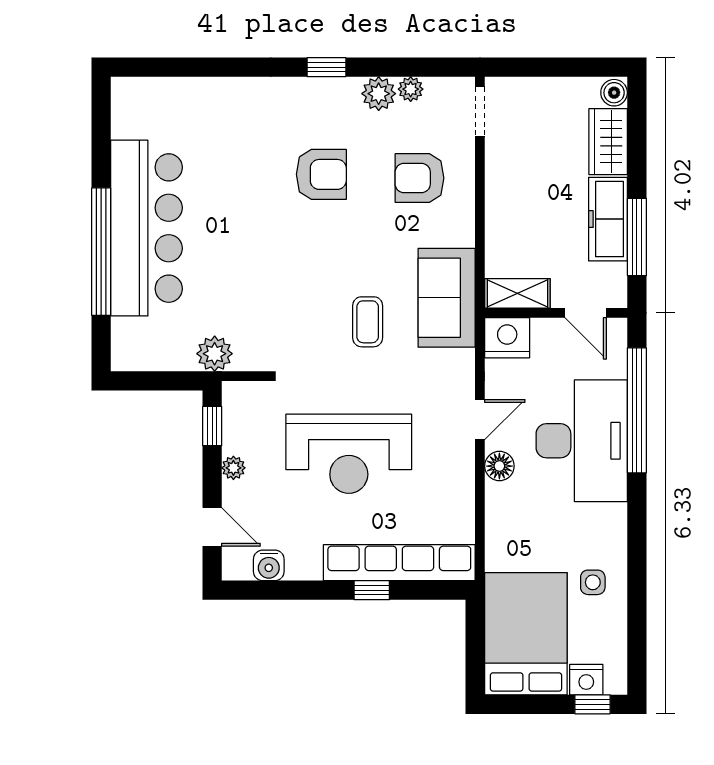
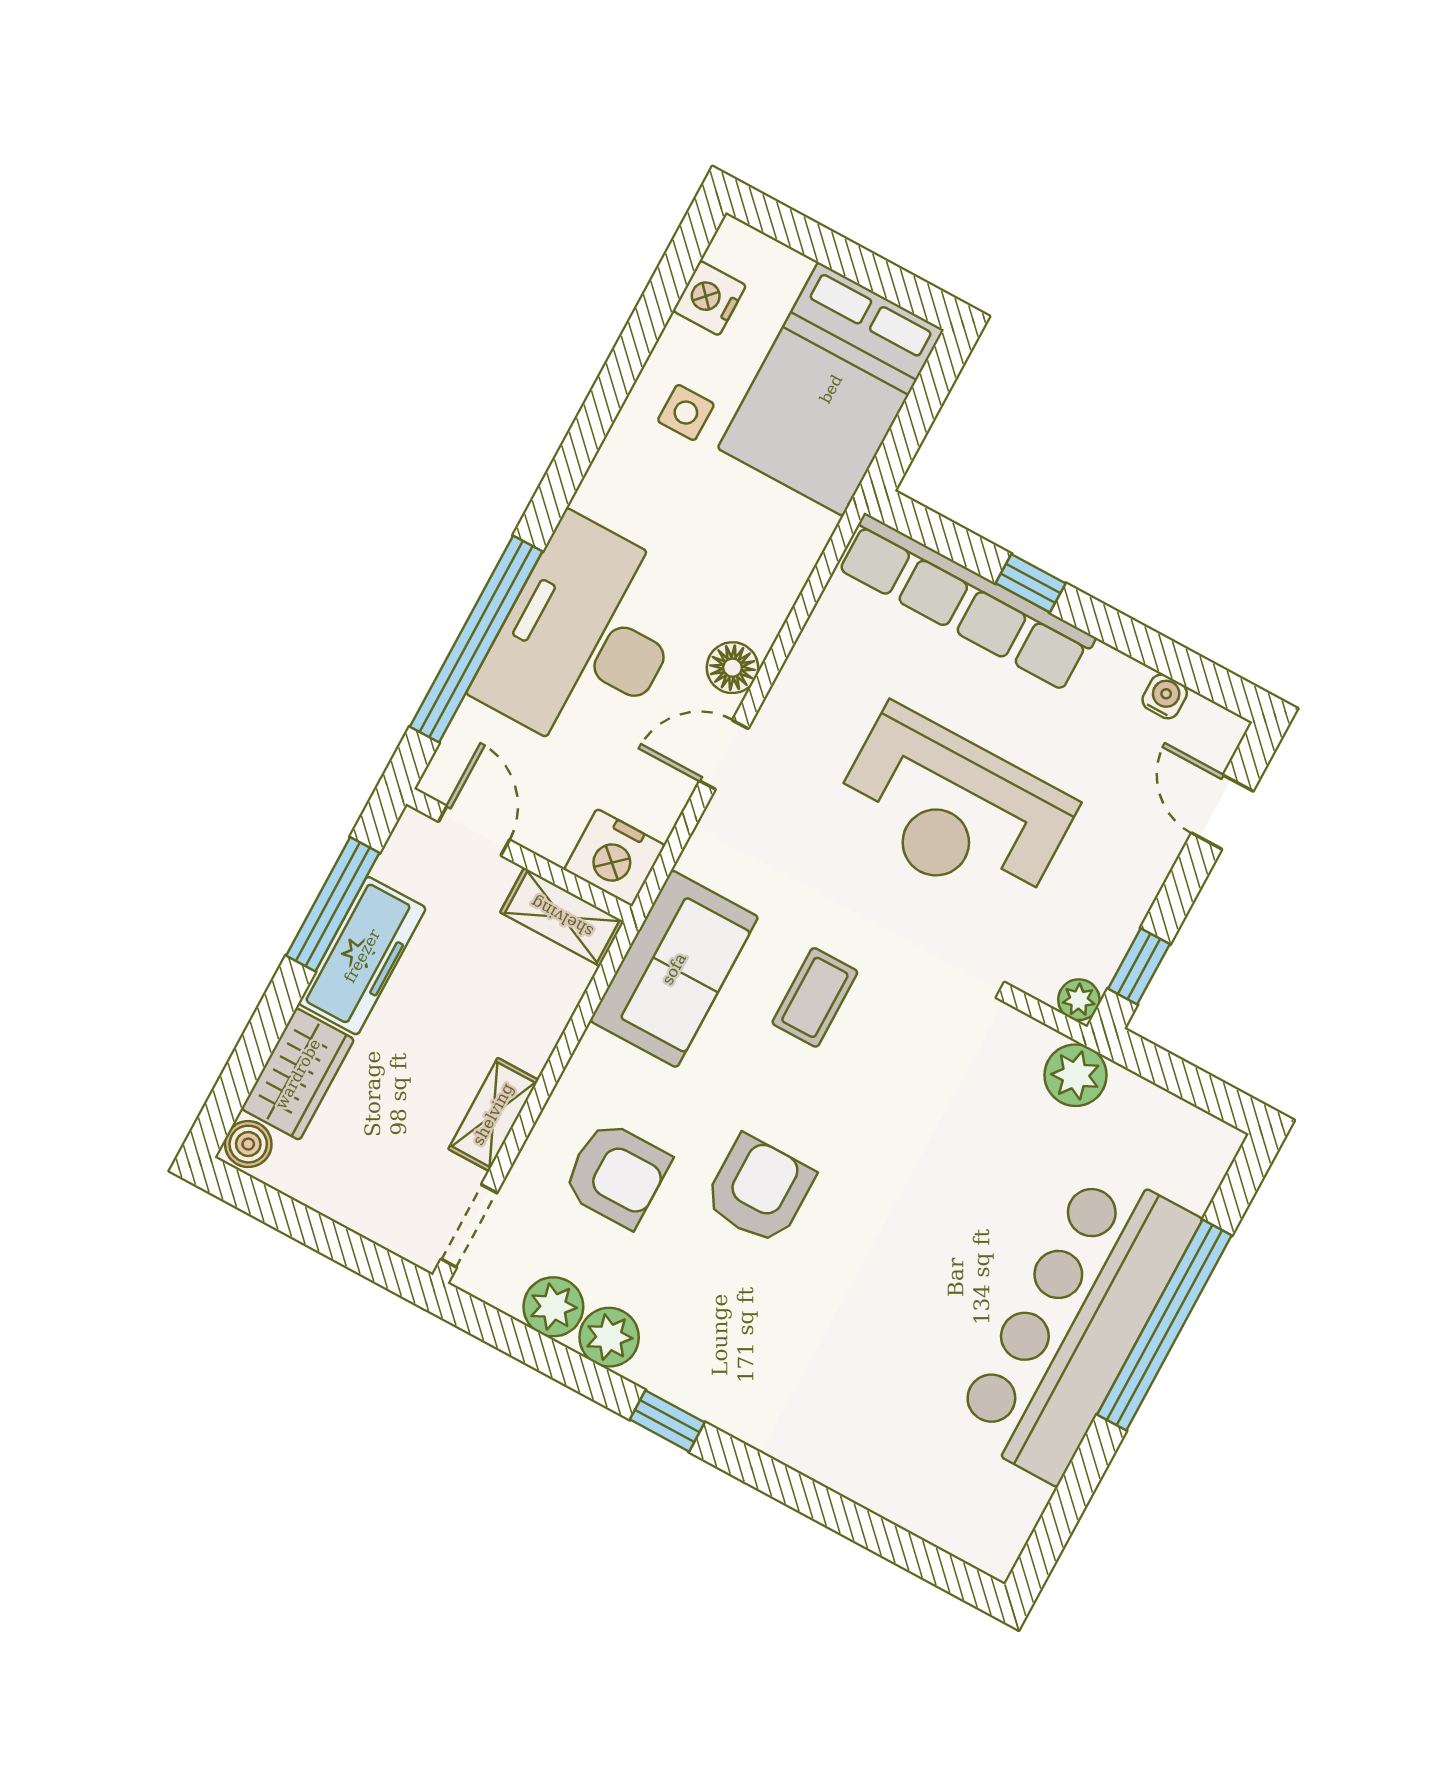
plant: (411, 89) -> (553, 1307), width x1.38, depth x1.38
armchair: (321, 174) -> (759, 1190), moved, turned 90
shelving: (498, 175) -> (493, 1114), added
reception desk: (349, 454) -> (953, 811), turned 180
plant: (233, 468) -> (1079, 1000), moved
water cooler: (269, 565) -> (1165, 696), width x0.72, depth x0.72
nightstand: (586, 680) -> (709, 298), moved, turned -90
window: (592, 704) -> (787, 226), removed

